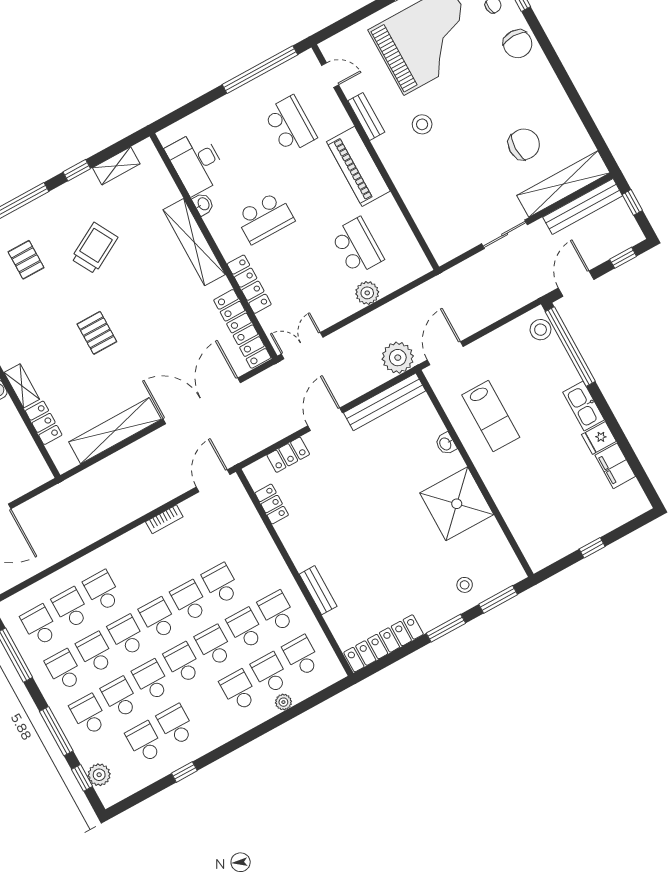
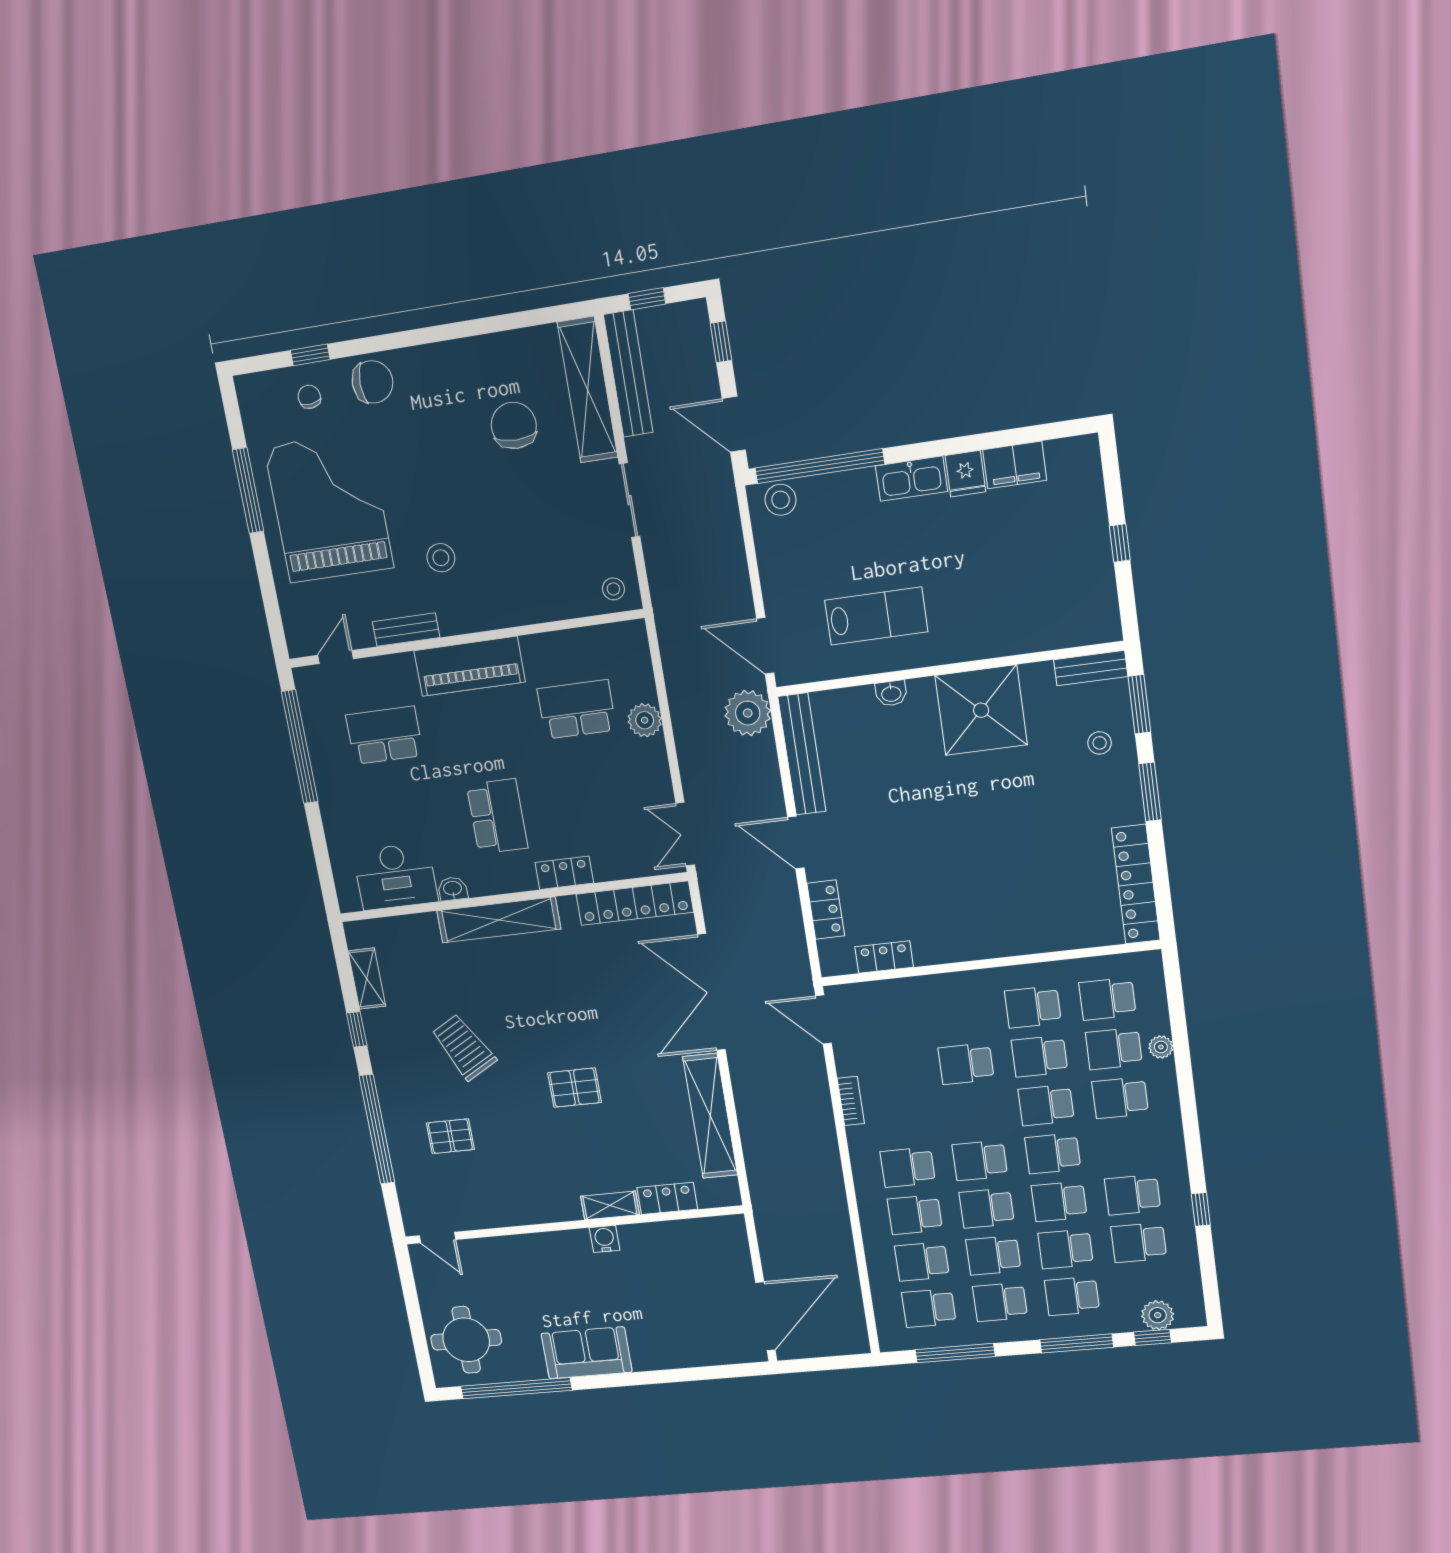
stool: (445, 243) -> (613, 589), added
locker: (249, 284) -> (564, 873), width x0.66
bench: (318, 590) -> (1091, 668), moved
school desk: (190, 601) -> (908, 1167), moved

